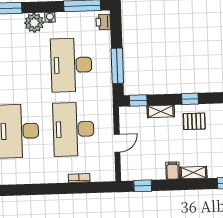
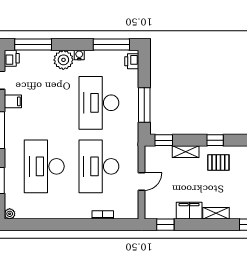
filing cabinet: (173, 171) -> (189, 211), width x2.00

